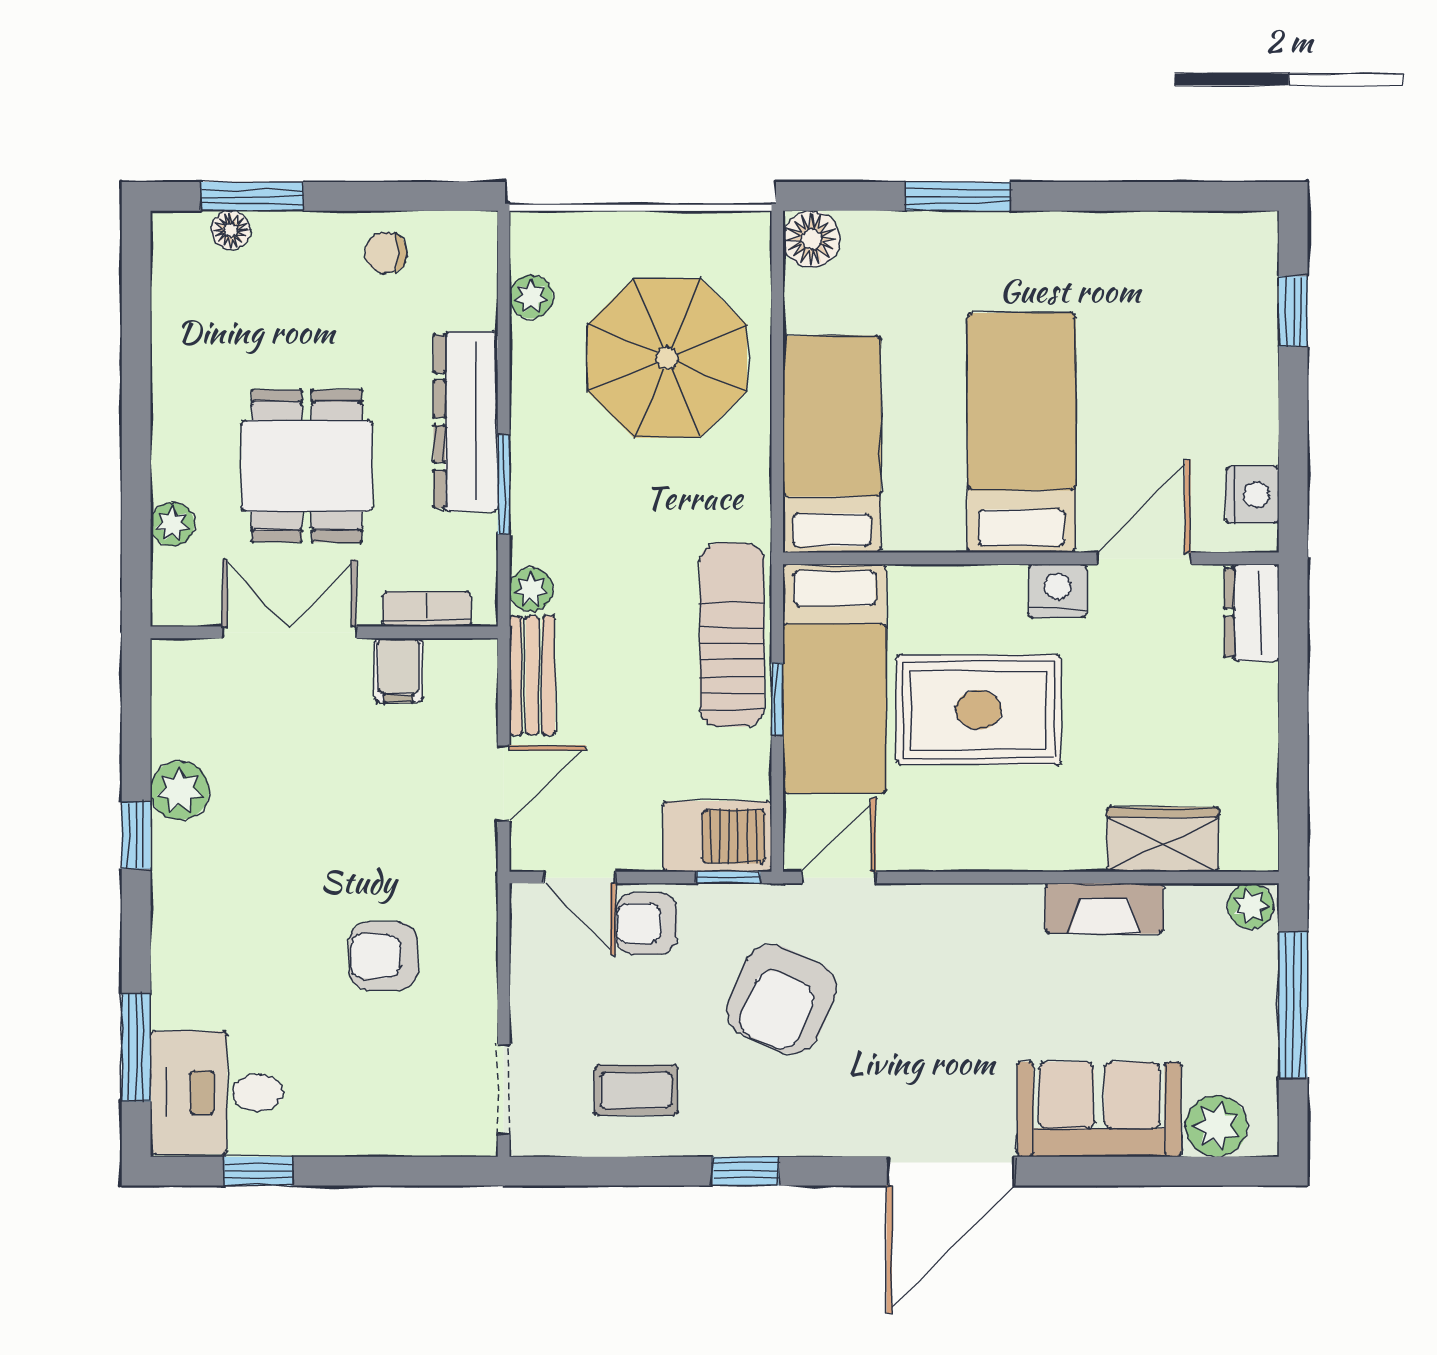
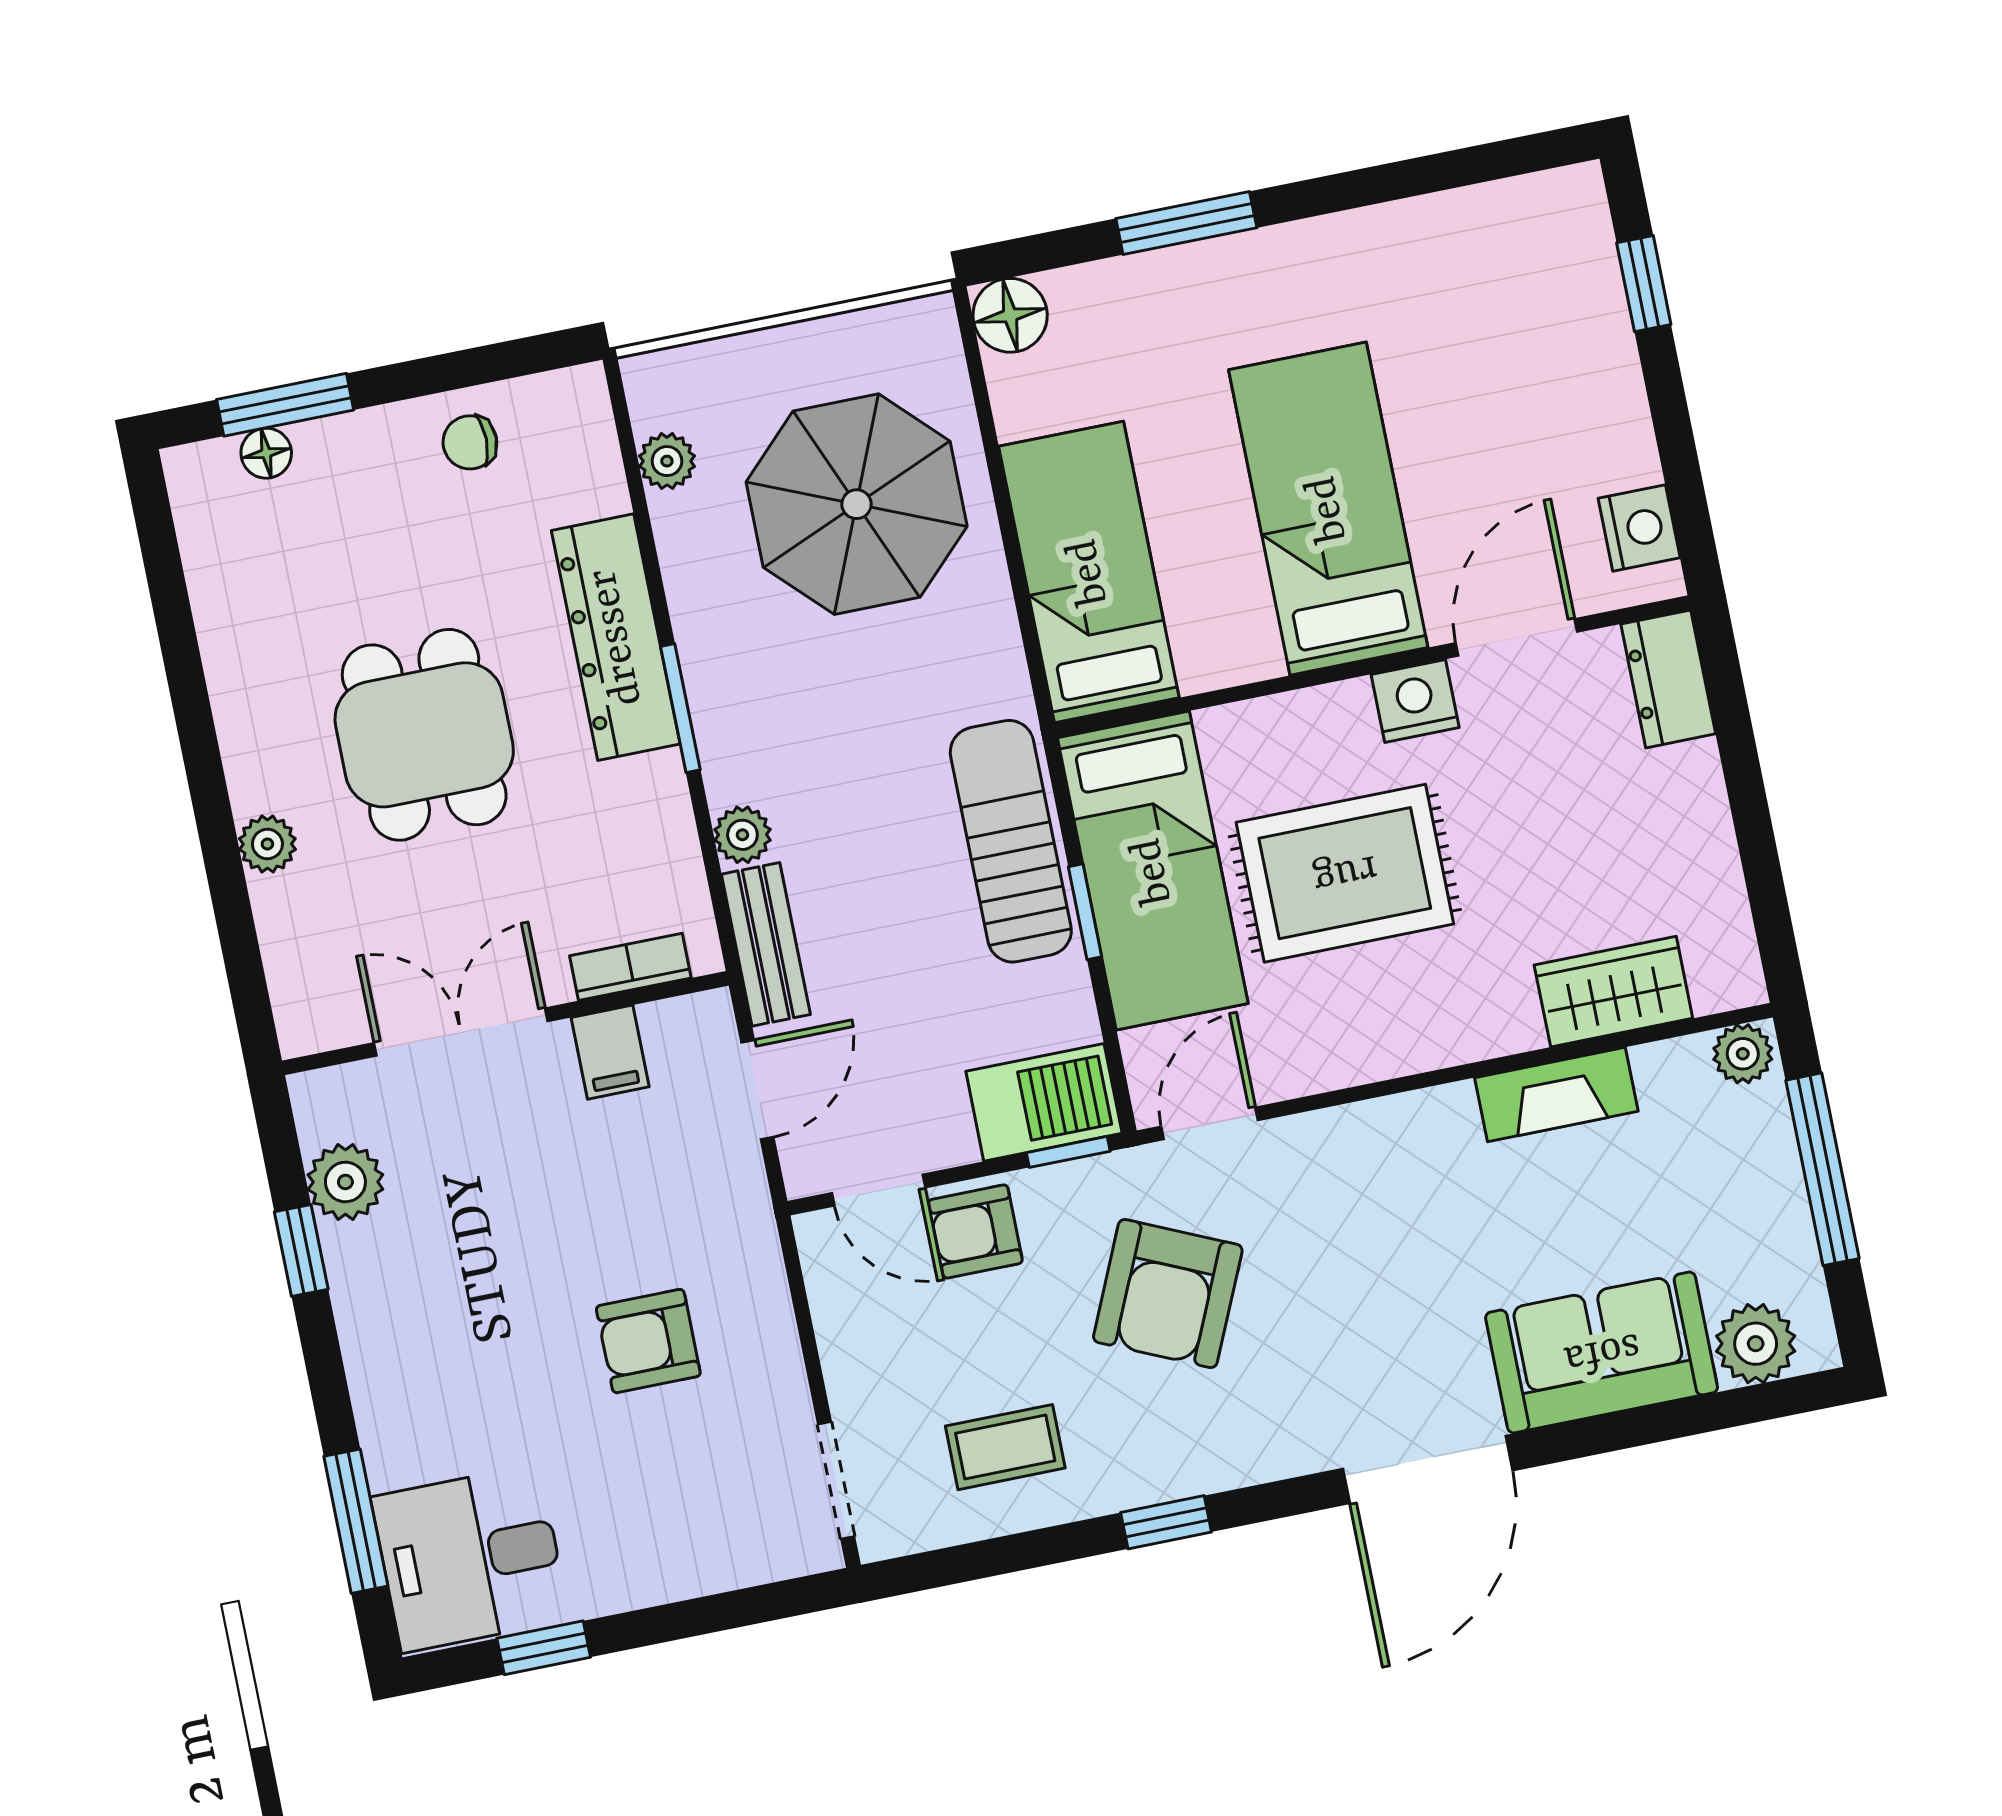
bookcase: (427, 609) -> (630, 967), moved
double door: (289, 632) -> (461, 1032), moved
wall: (324, 632) -> (505, 1023), moved
filing cabinet: (399, 670) -> (610, 1052), moved

